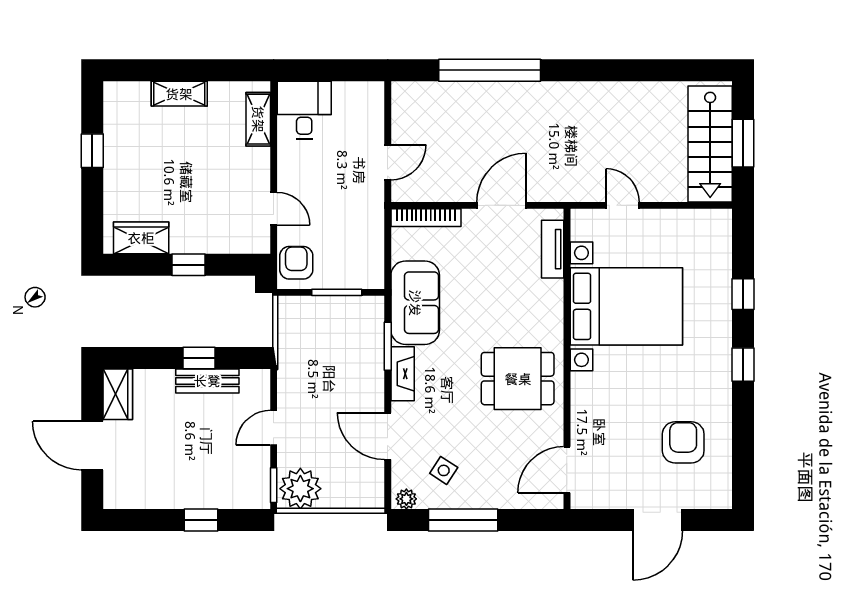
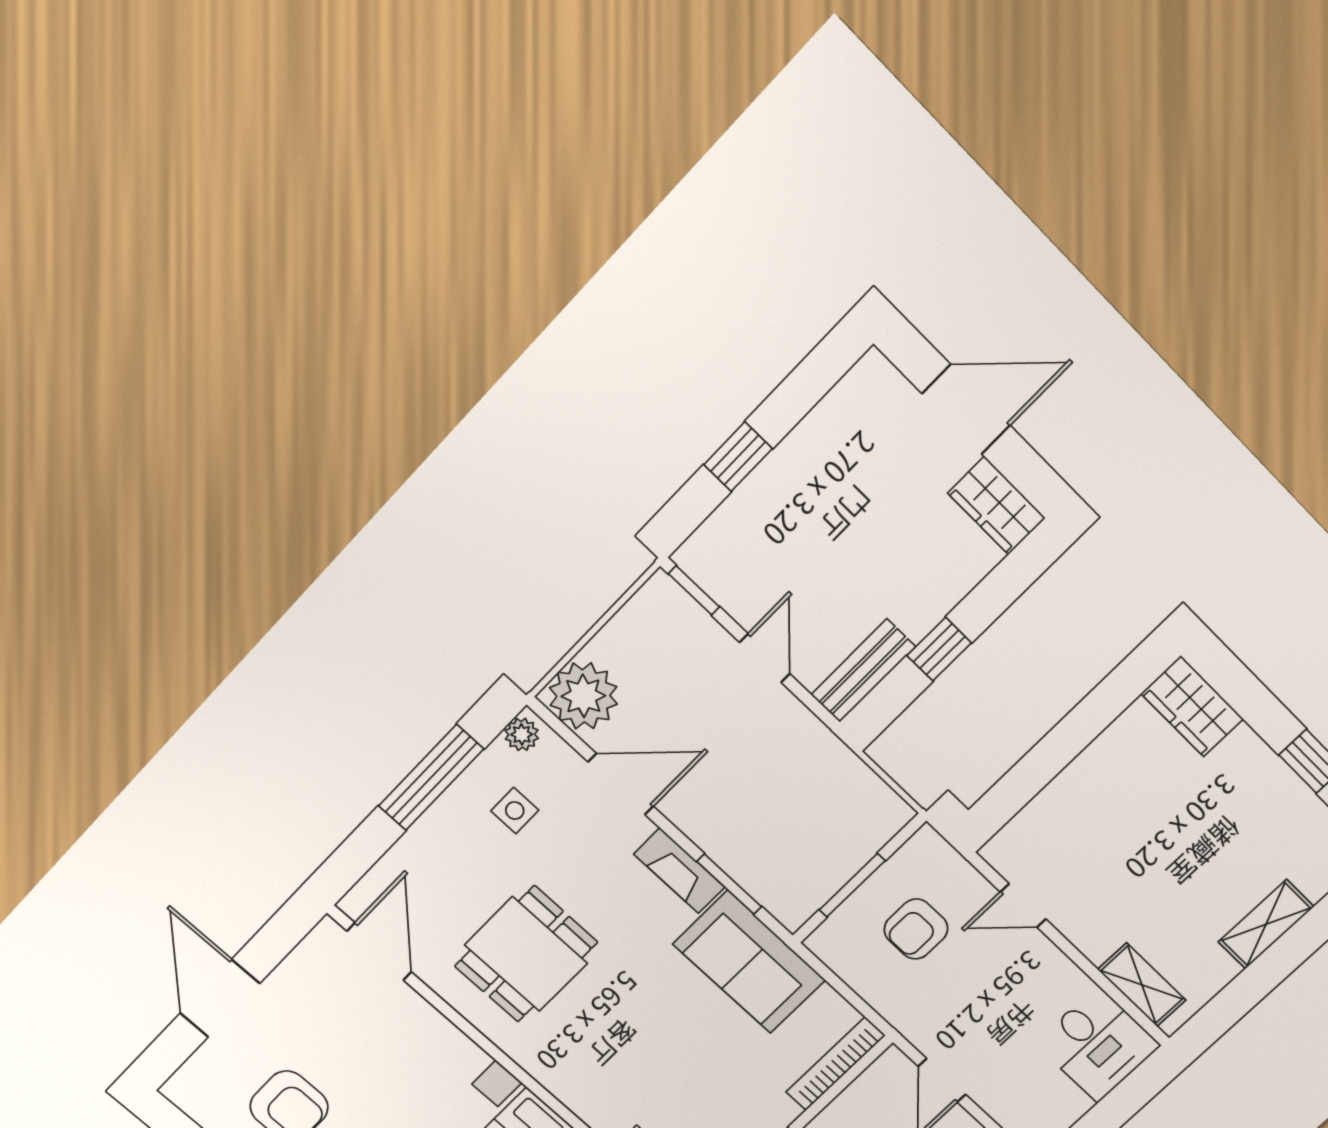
wardrobe: (141, 238) -> (1192, 706), moved, turned 90
armchair: (296, 263) -> (916, 929), moved, turned 90
window: (188, 265) -> (1062, 745), removed
dining table: (518, 379) -> (526, 954), moved
bench: (207, 381) -> (863, 671), moved
side table: (444, 470) -> (515, 811), turned -33
plant: (300, 489) -> (583, 696), moved

